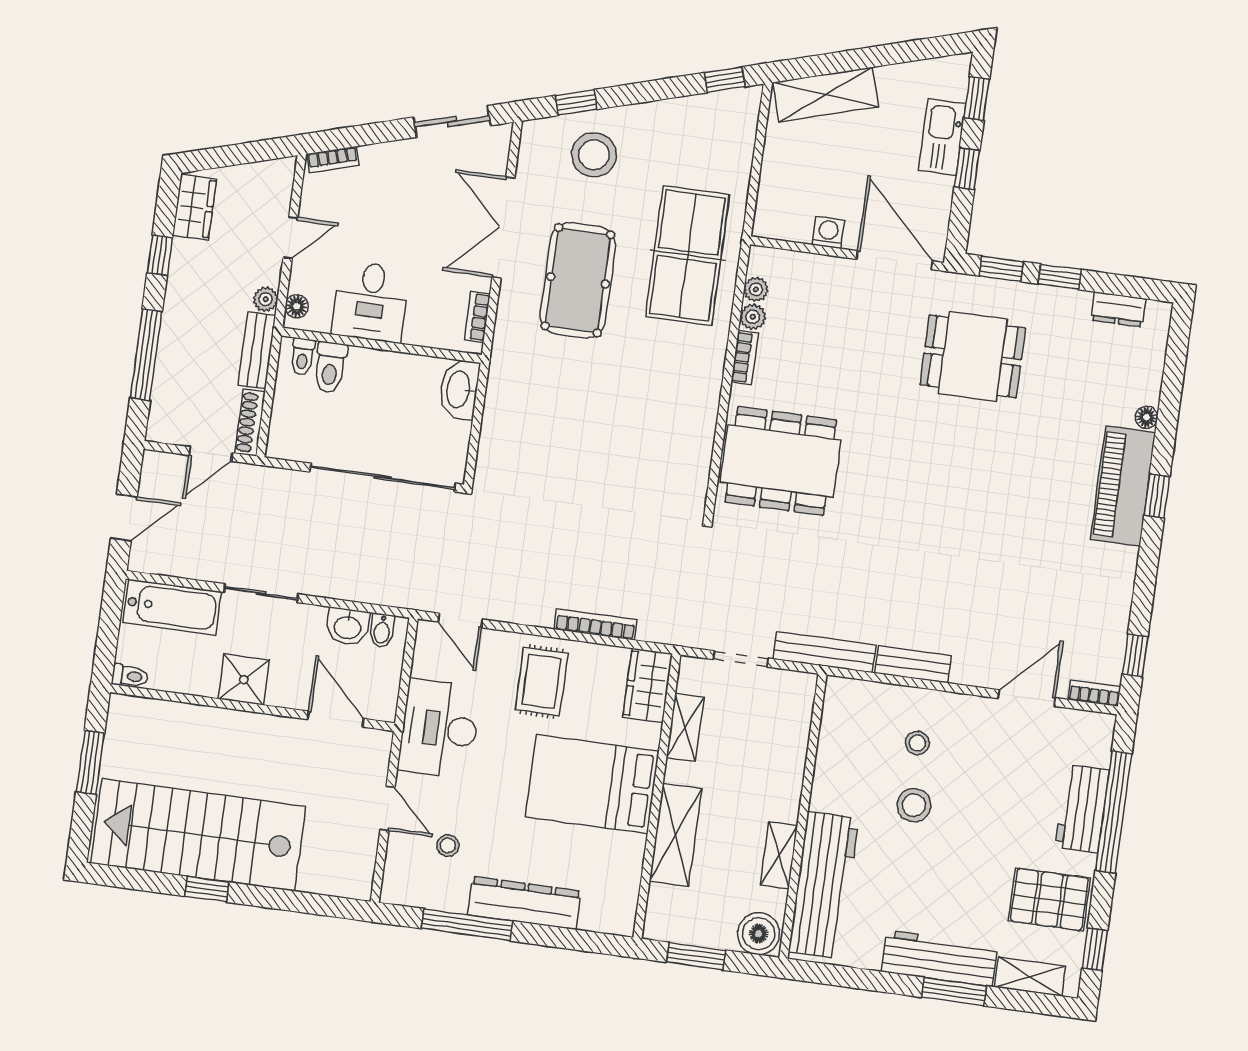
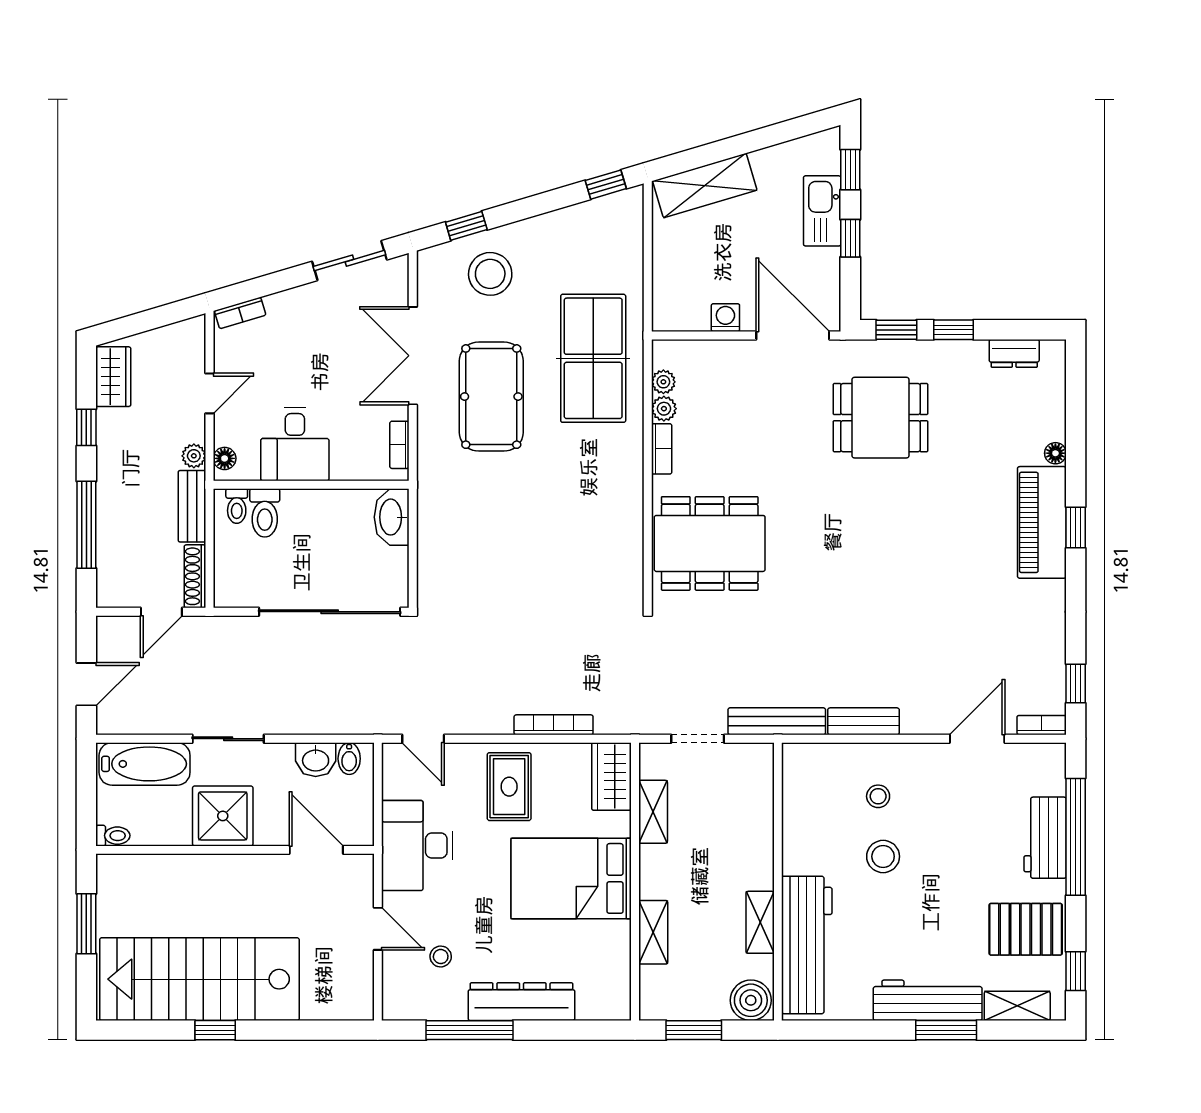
shower: (244, 680) -> (223, 816), width x1.36, depth x1.36
shelving: (676, 835) -> (653, 932), width x0.67, depth x0.75

